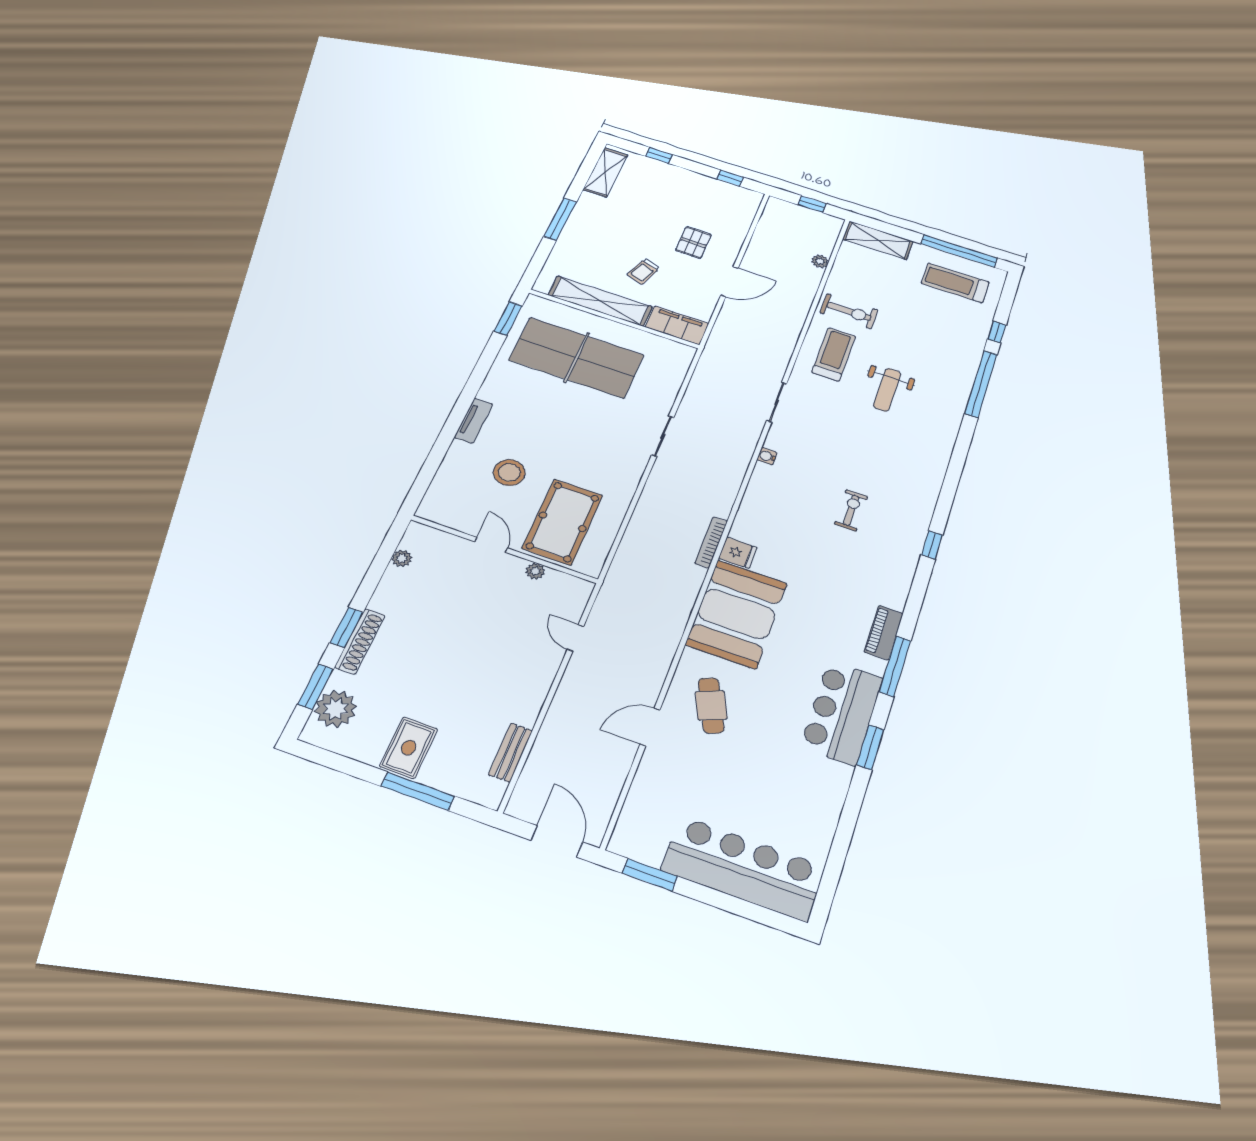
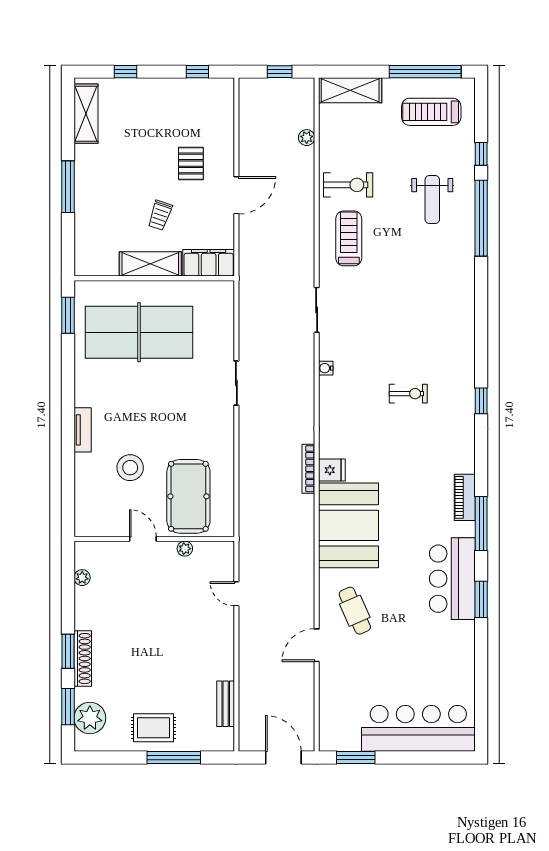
shelving: (600, 301) -> (150, 264), width x0.68
weight bench: (887, 390) -> (432, 200), moved
exercise bike: (851, 510) -> (408, 394), turned 90
rug: (409, 748) -> (153, 728), turned 90

